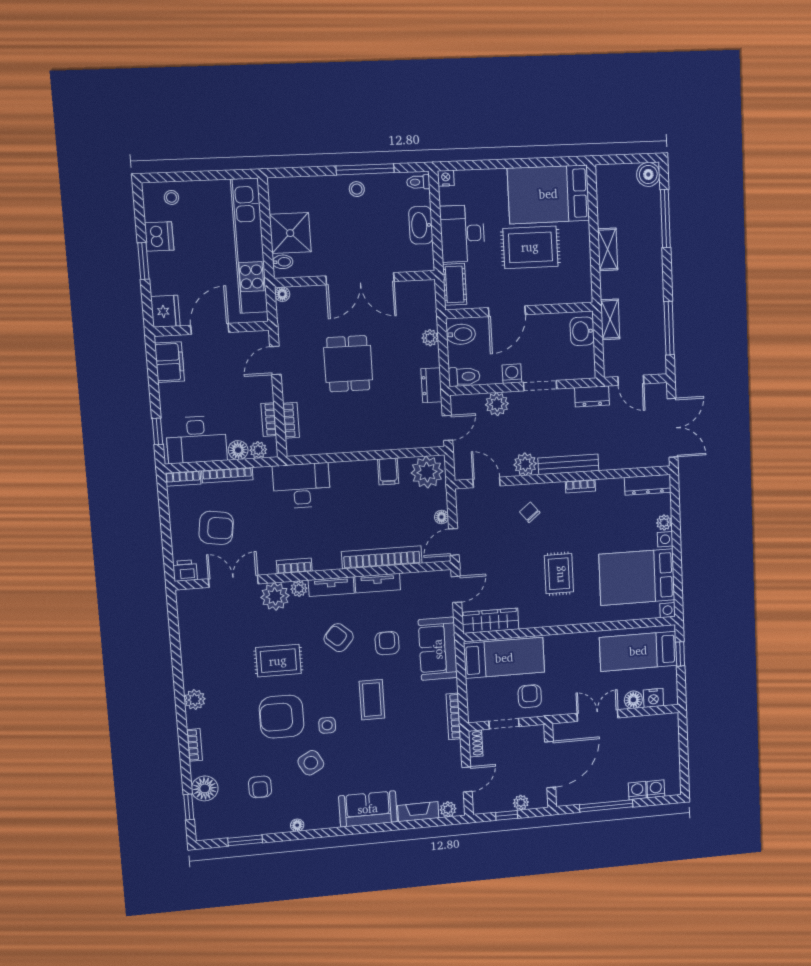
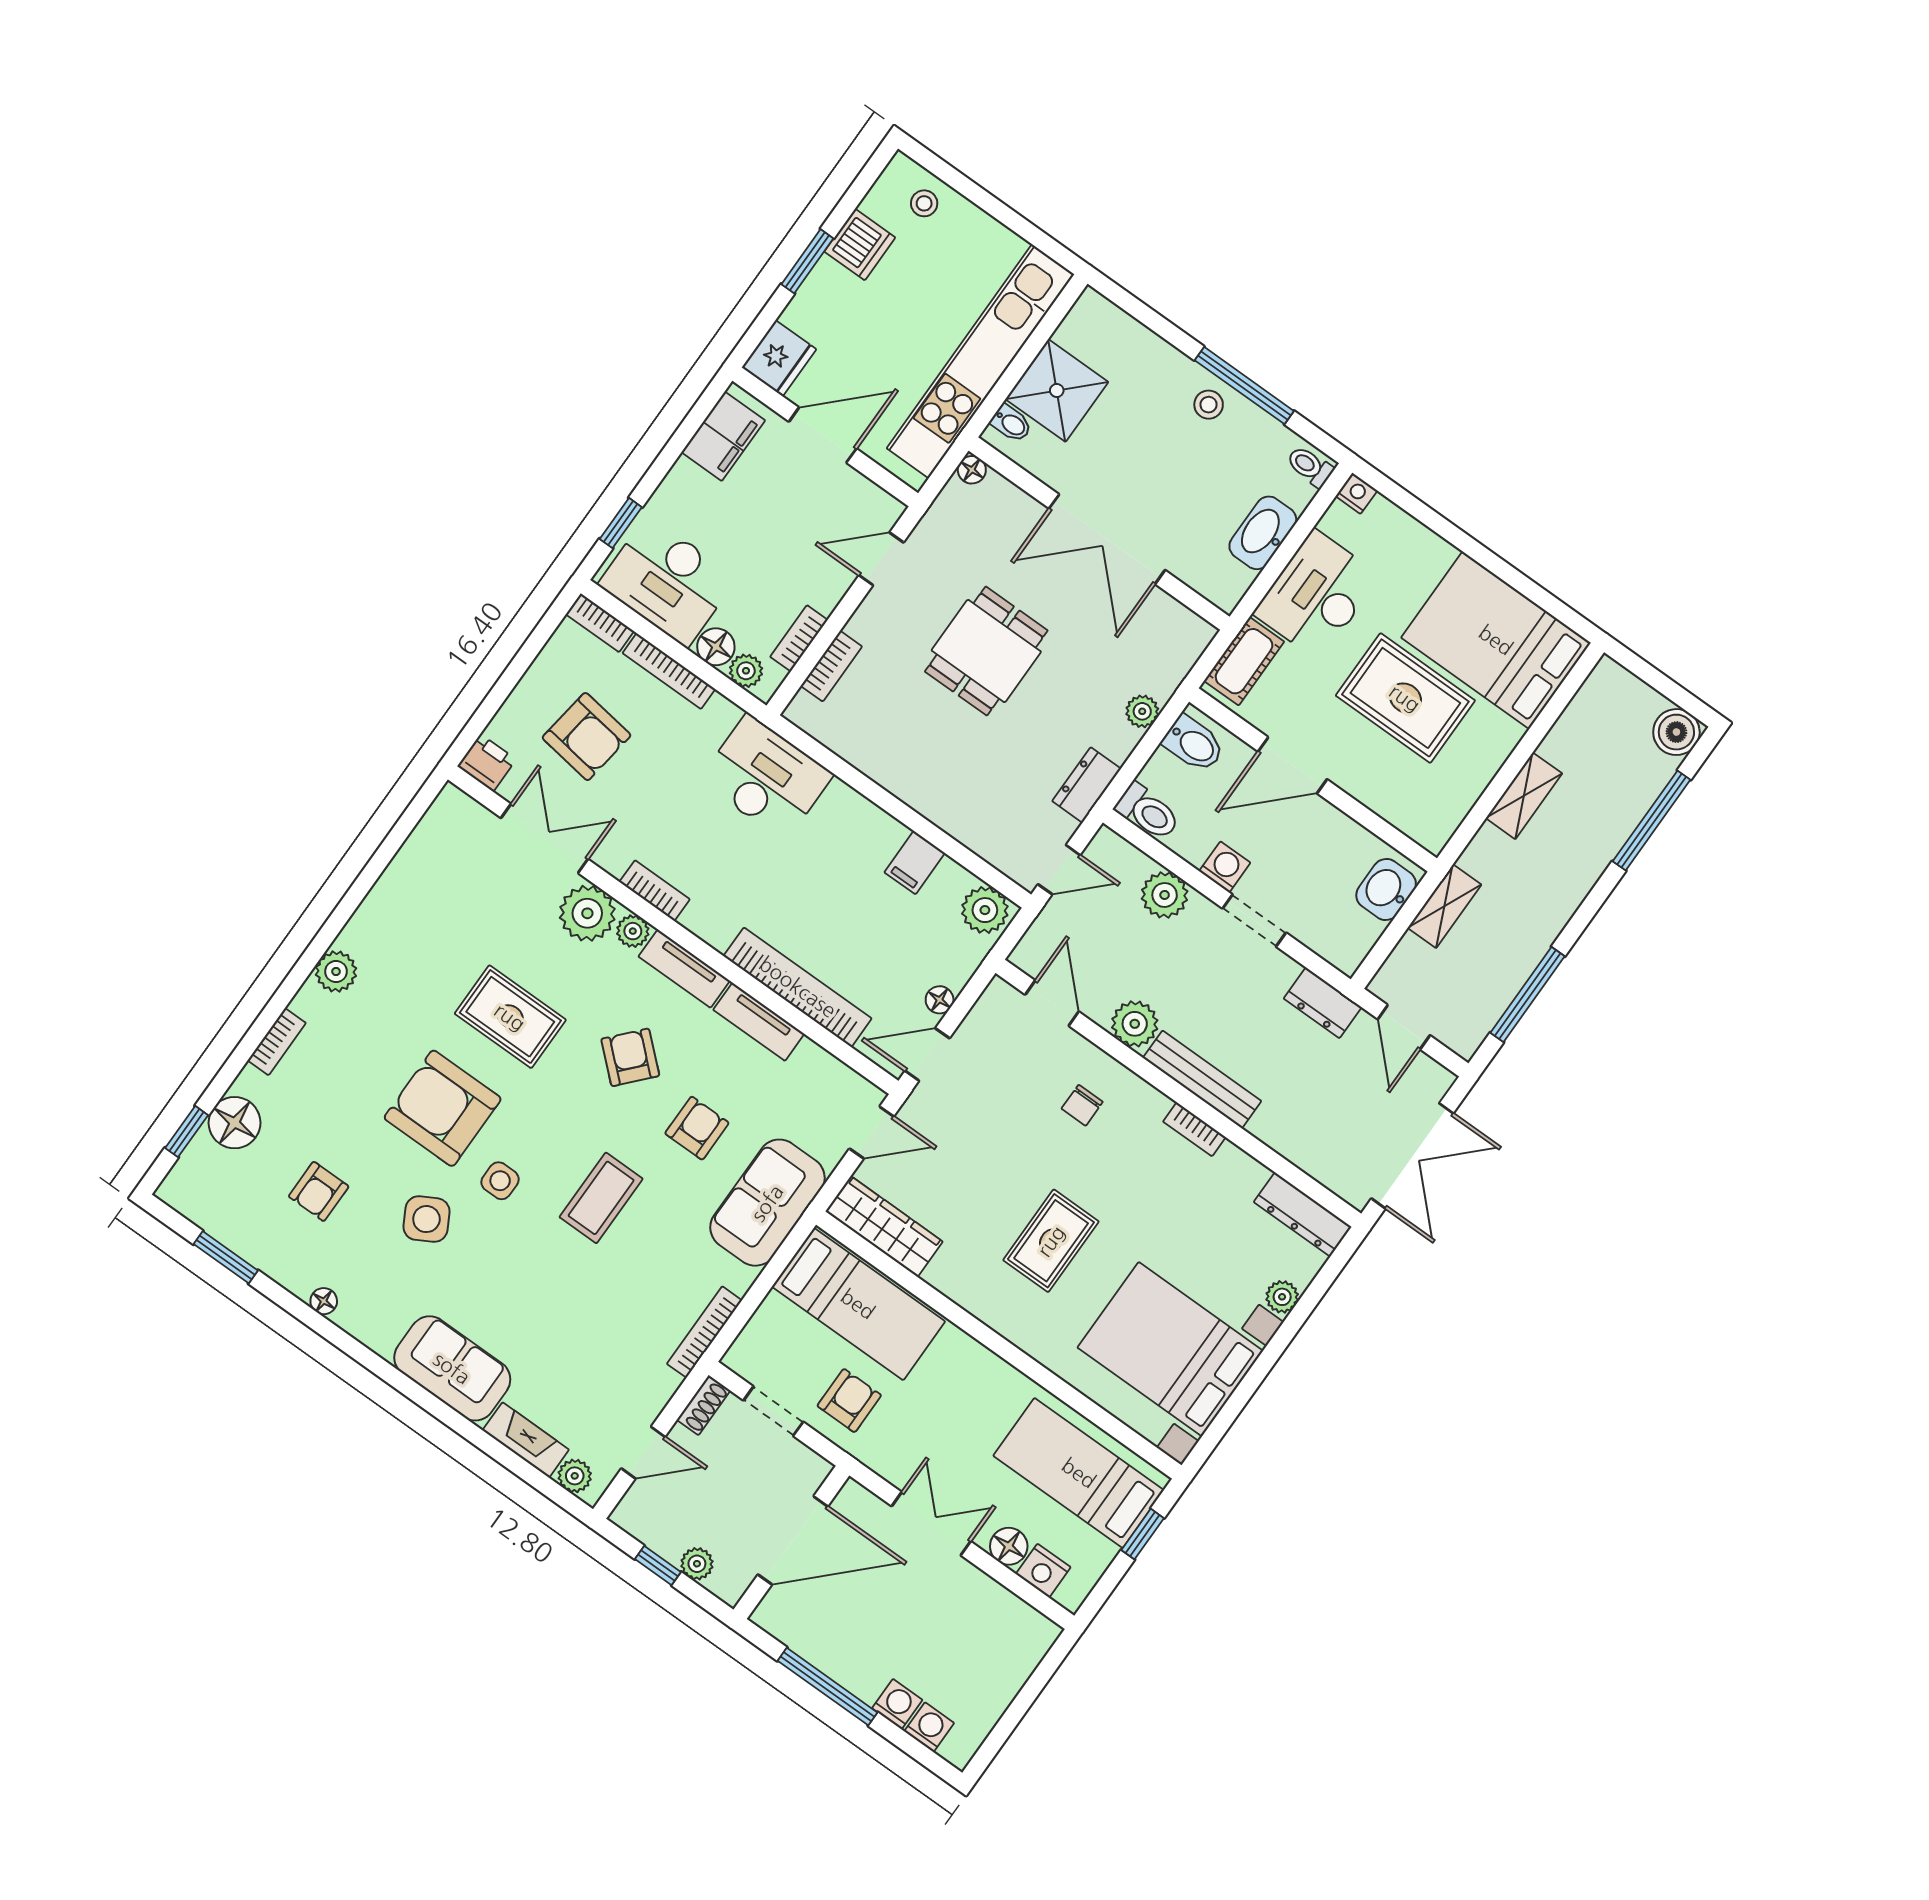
plant: (427, 472) -> (985, 910), width x0.73, depth x0.73
chair: (530, 512) -> (1082, 1105), turned -141

